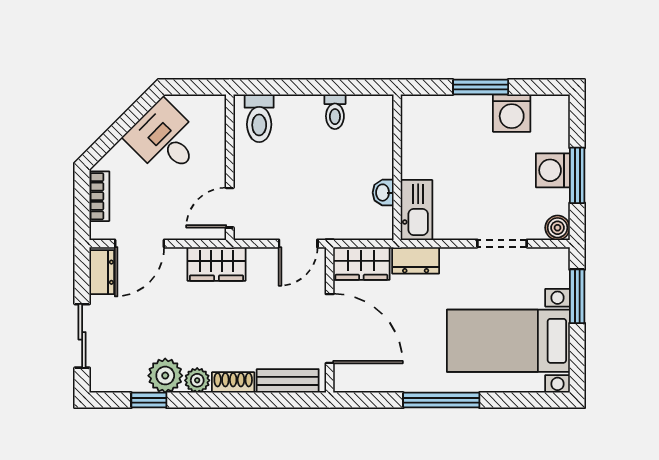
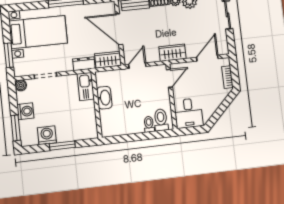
toilet: (335, 112) -> (149, 124), moved
desk: (164, 139) -> (189, 113), moved, turned 45
window: (577, 175) -> (16, 128), moved
washbasin: (383, 193) -> (104, 98), width x1.91, depth x1.45
dresser: (102, 272) -> (222, 44), removed

